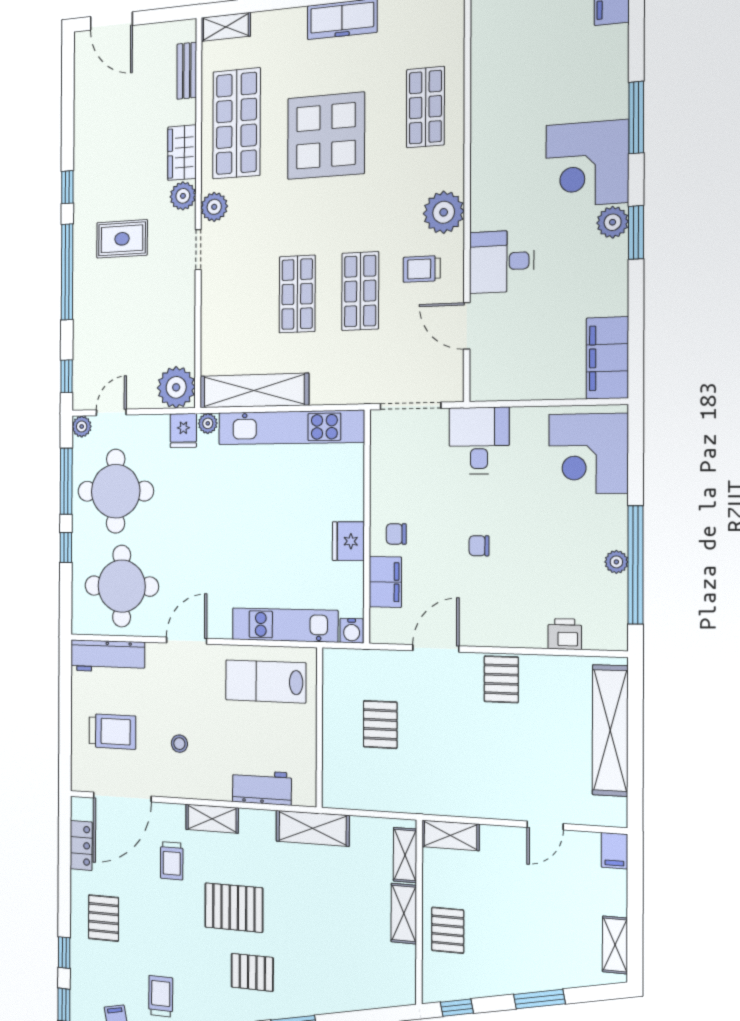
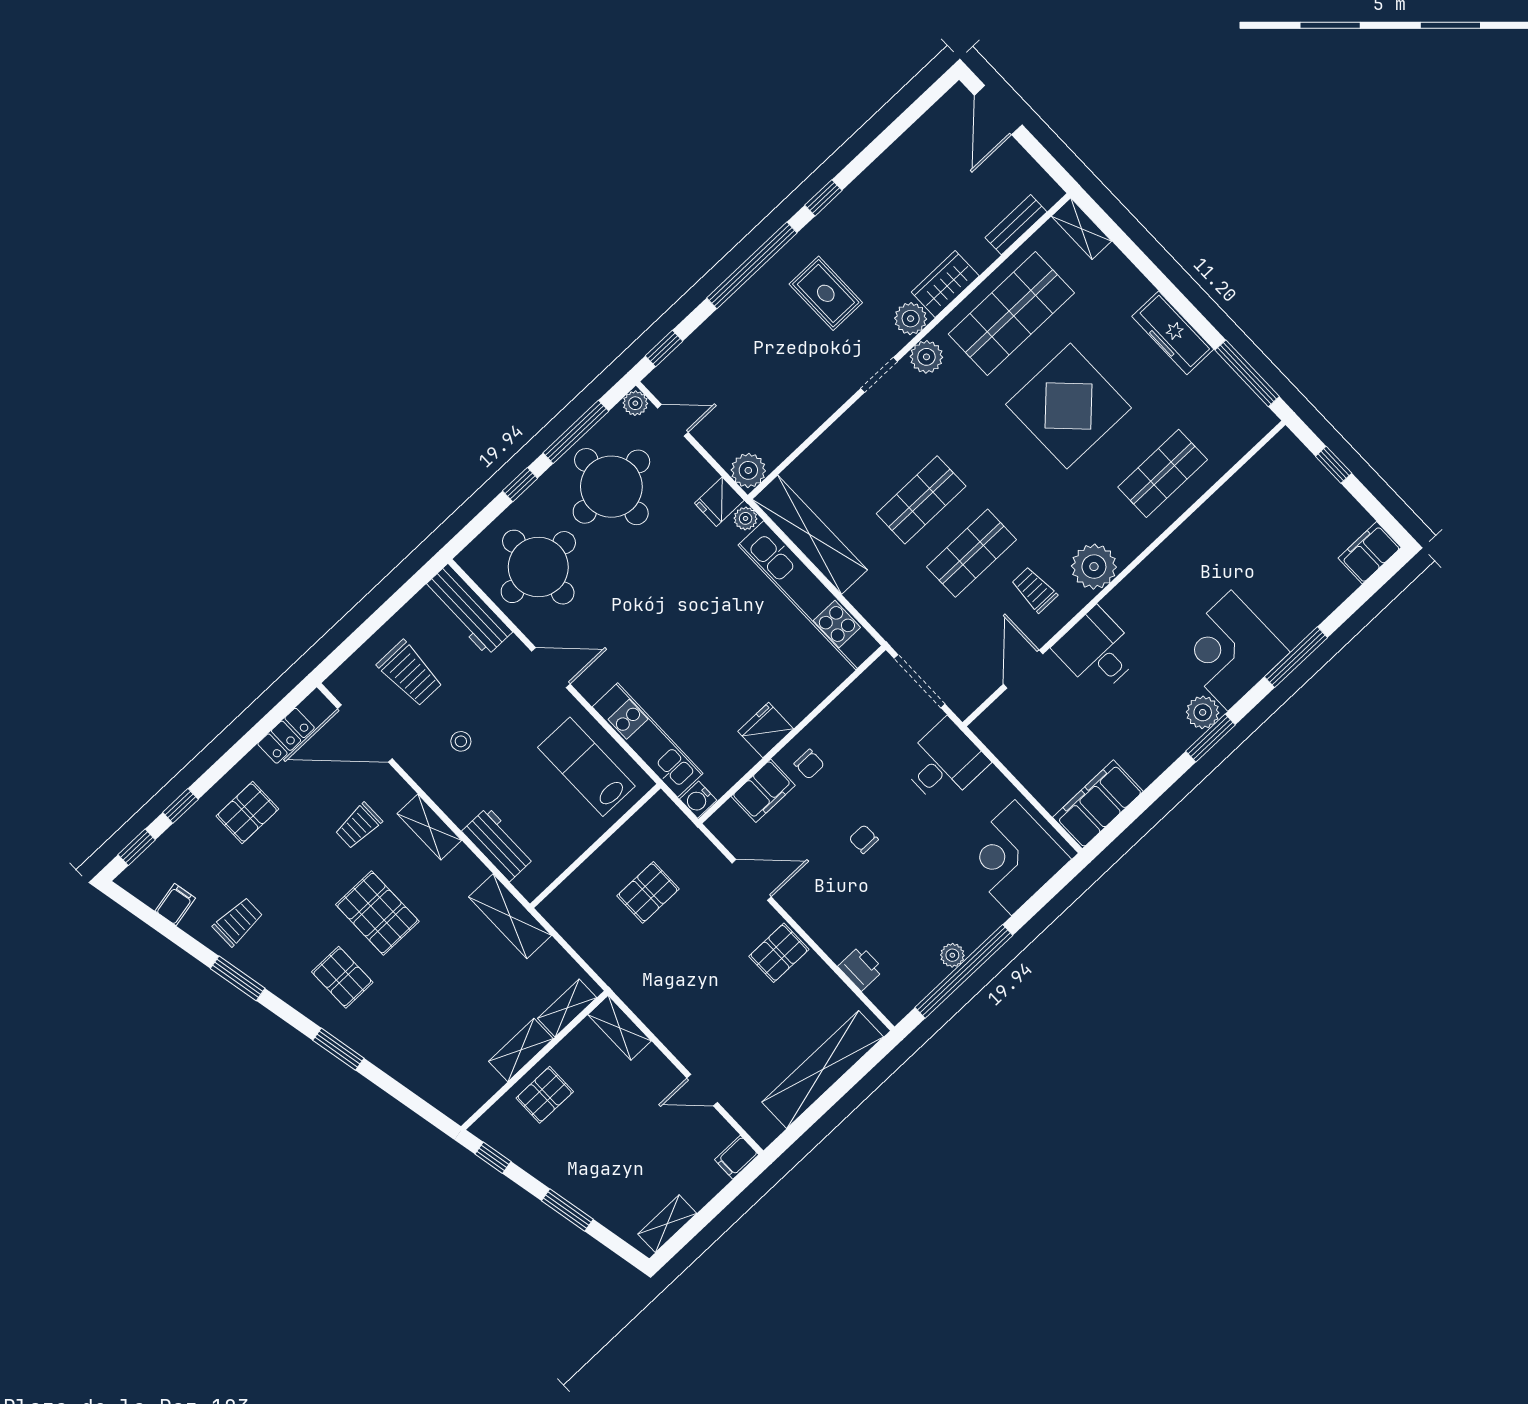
plant: (176, 387) -> (748, 470), width x0.73, depth x0.73
chair: (396, 534) -> (809, 764), turned 180

